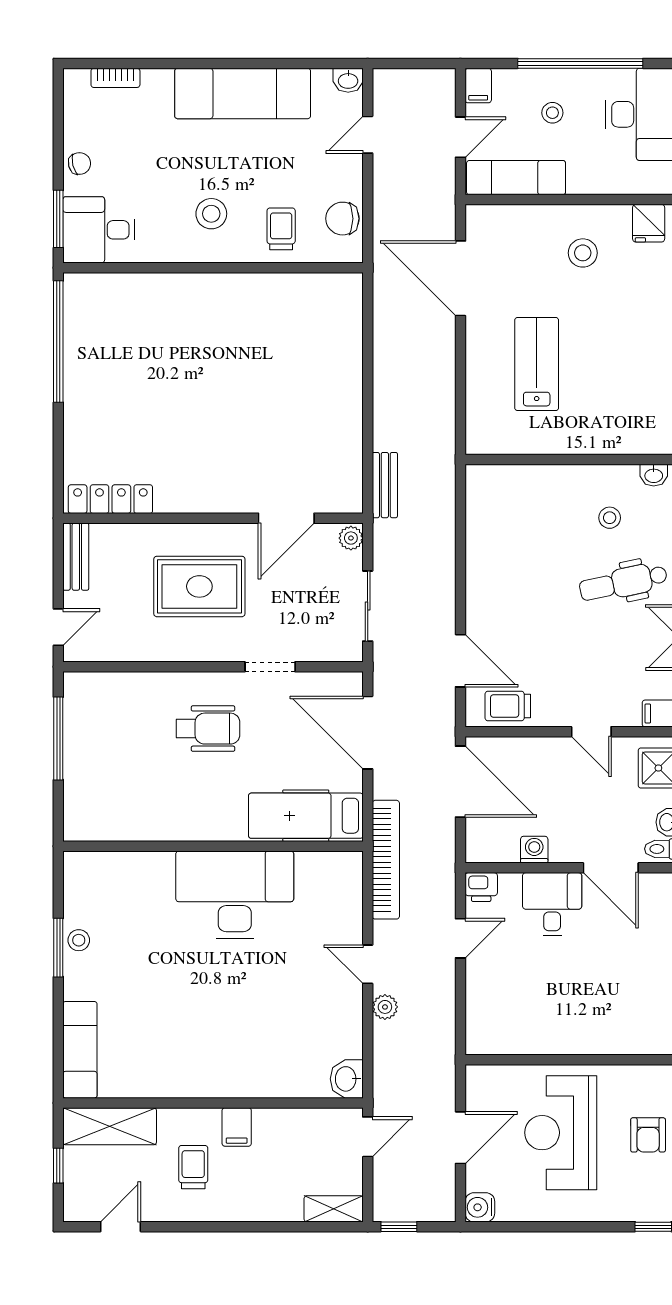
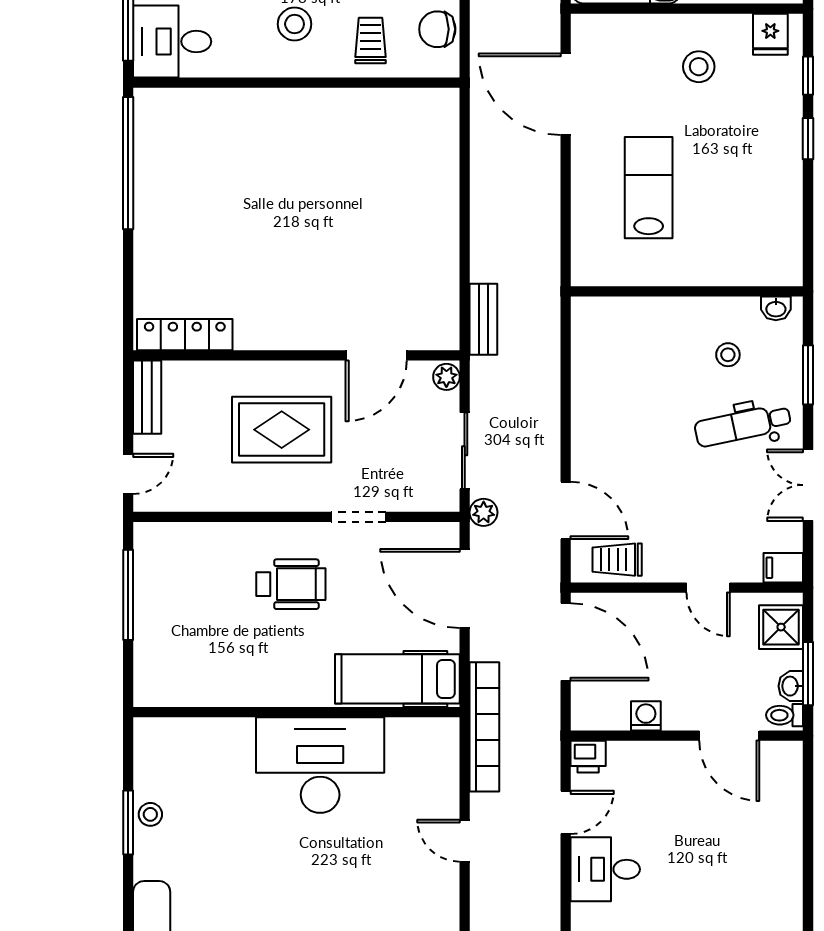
desk: (552, 904) -> (605, 869), moved, turned -90
plant: (385, 1007) -> (484, 512), moved

